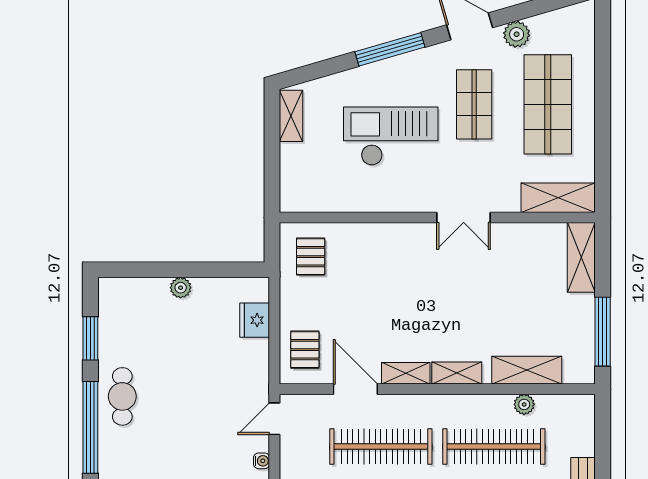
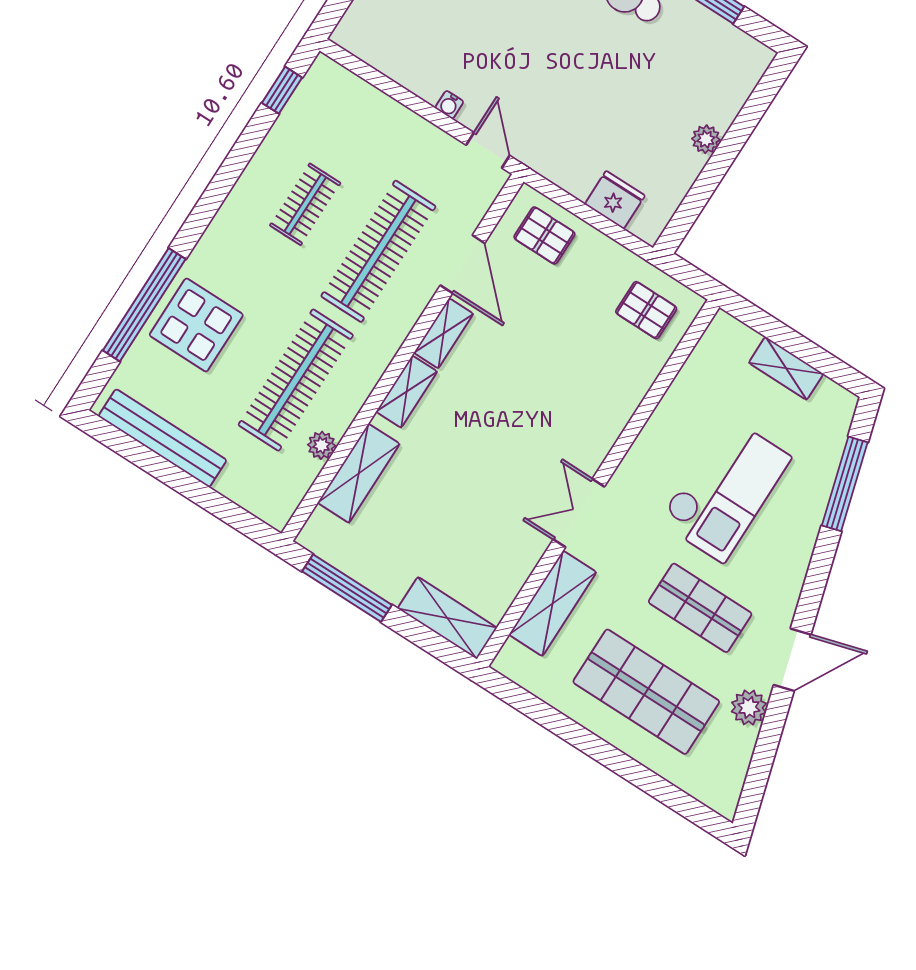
window: (390, 49) -> (845, 484), moved
shelving: (291, 116) -> (786, 368), moved
shelving: (558, 198) -> (553, 603), moved
door: (355, 389) -> (463, 264), hinge flipped

